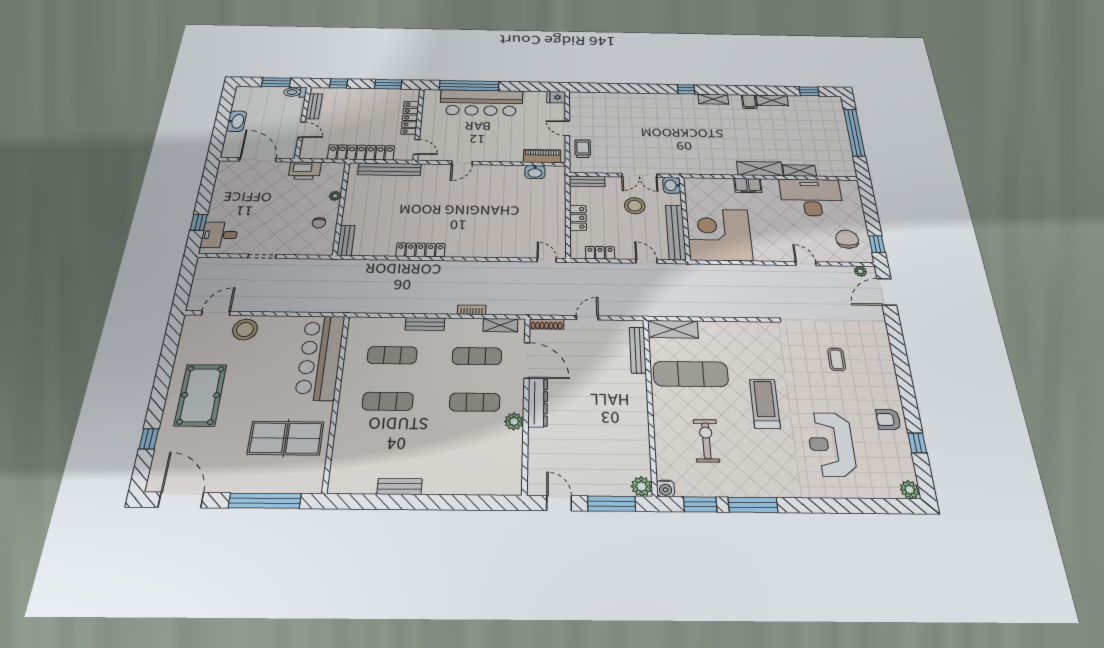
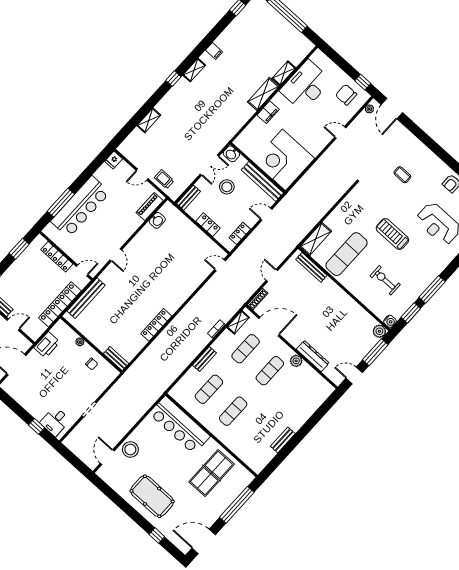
window: (469, 86) -> (61, 203), width x0.68
shelving: (772, 100) -> (149, 120), moved
dresser: (538, 403) -> (313, 356), moved

